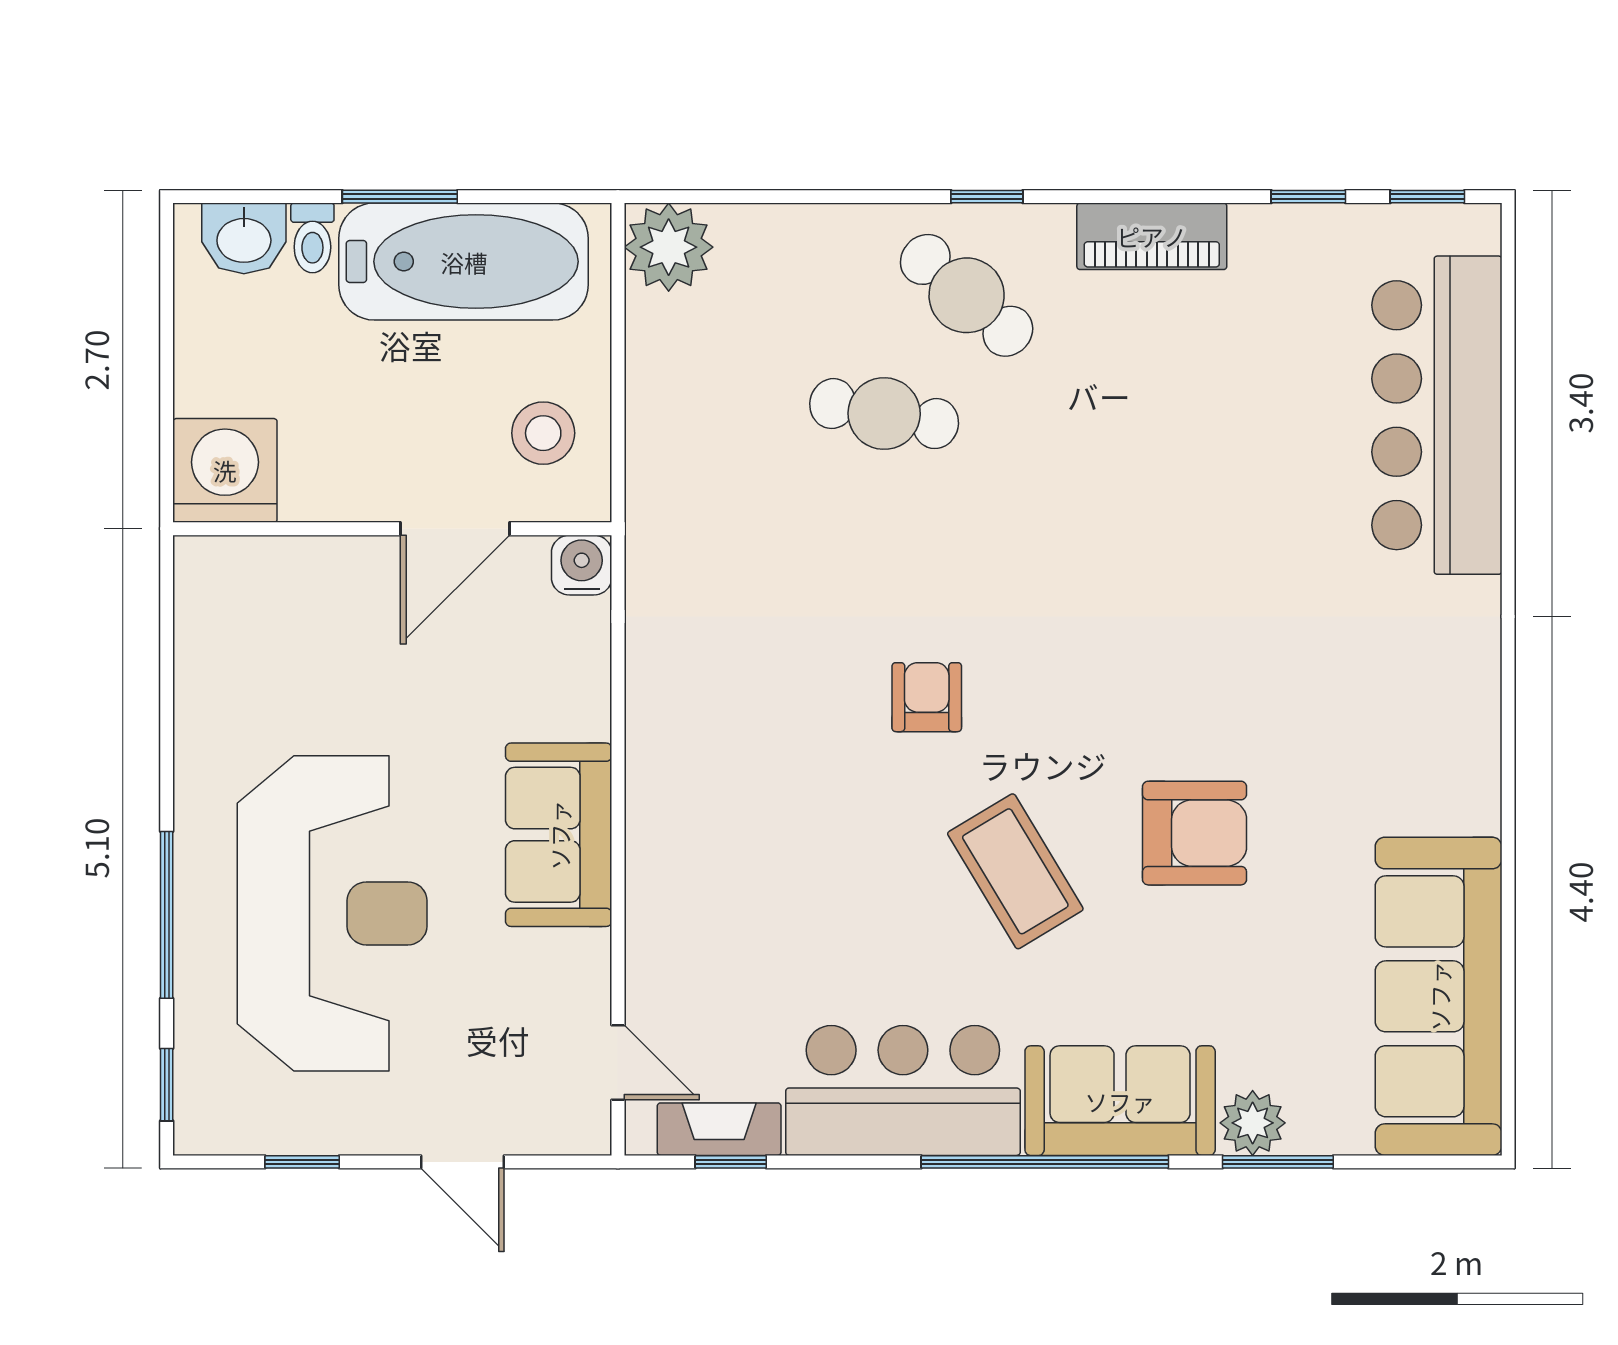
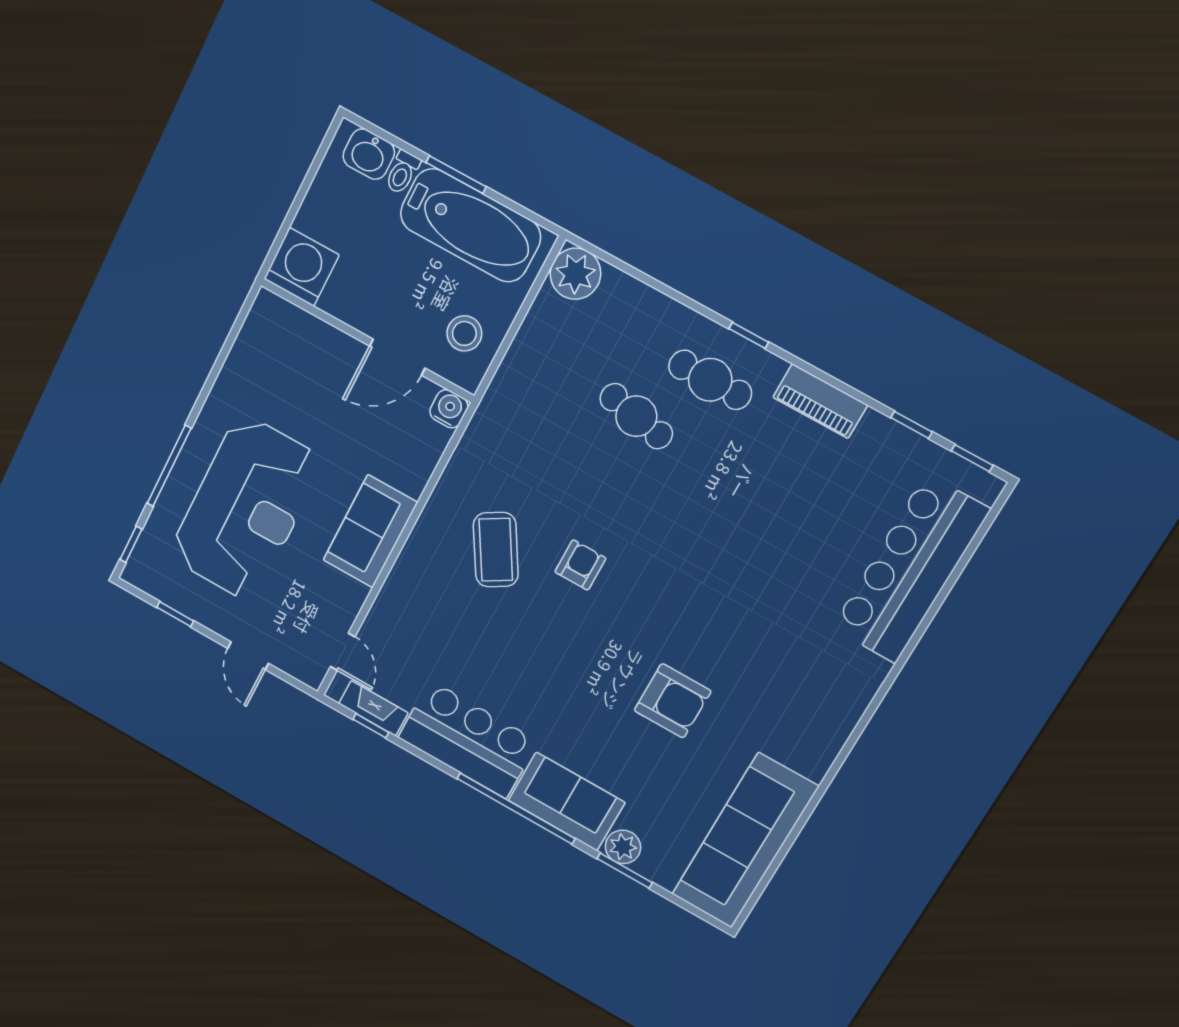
cafe table: (967, 295) -> (710, 380), turned -41
coffee table: (1015, 871) -> (496, 550), moved

